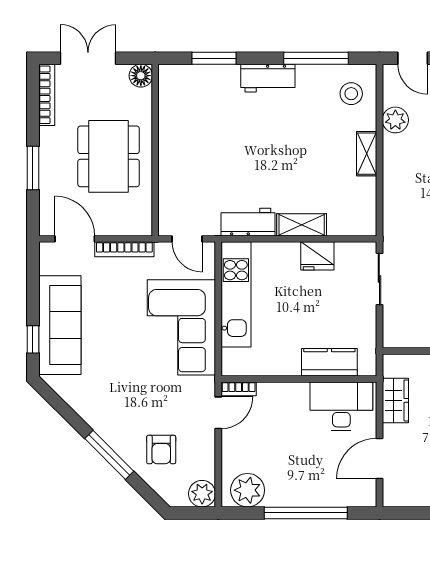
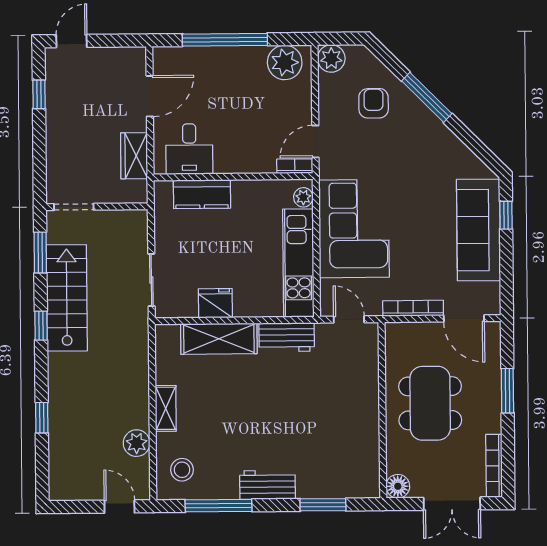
shelving: (302, 225) -> (219, 339), width x1.50, depth x1.33
plant: (231, 358) -> (303, 197), added
desk: (341, 406) -> (189, 149), width x0.73

